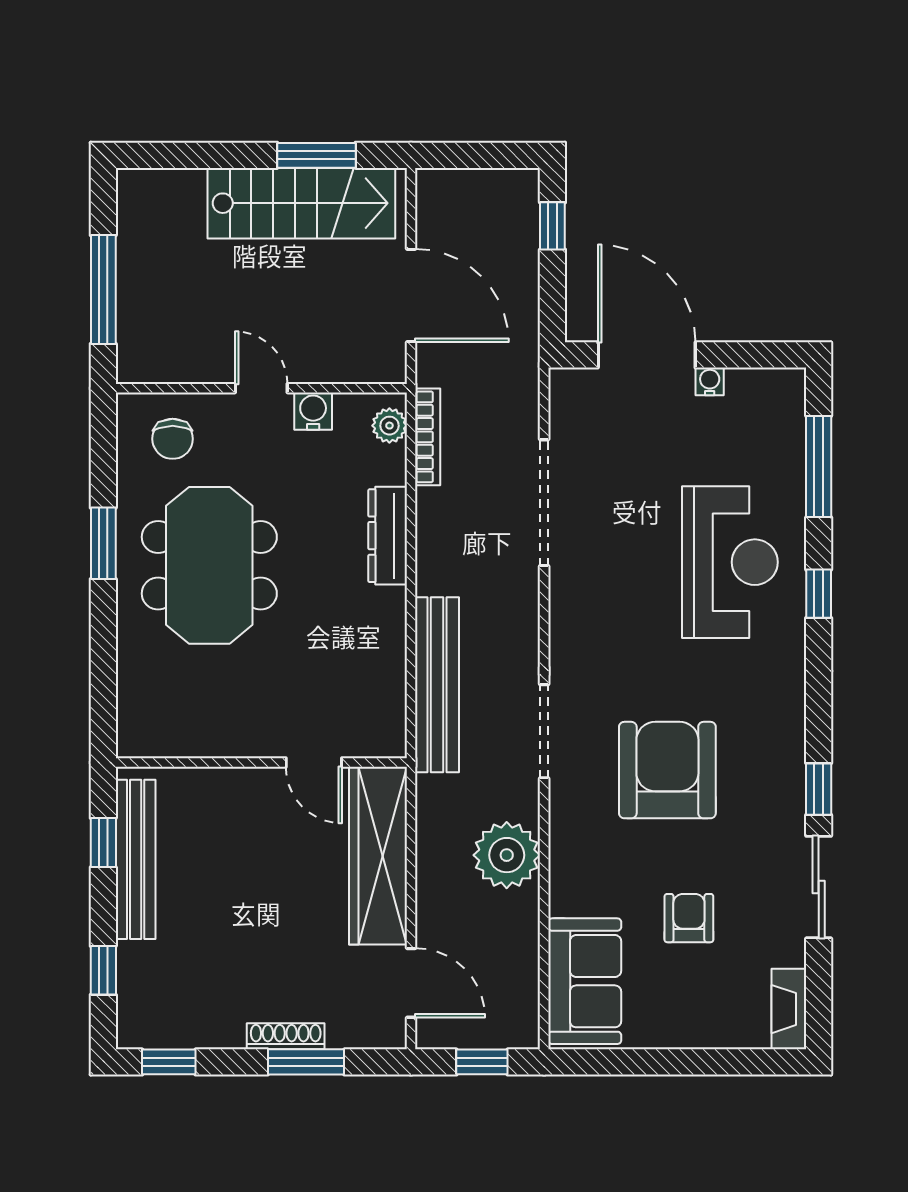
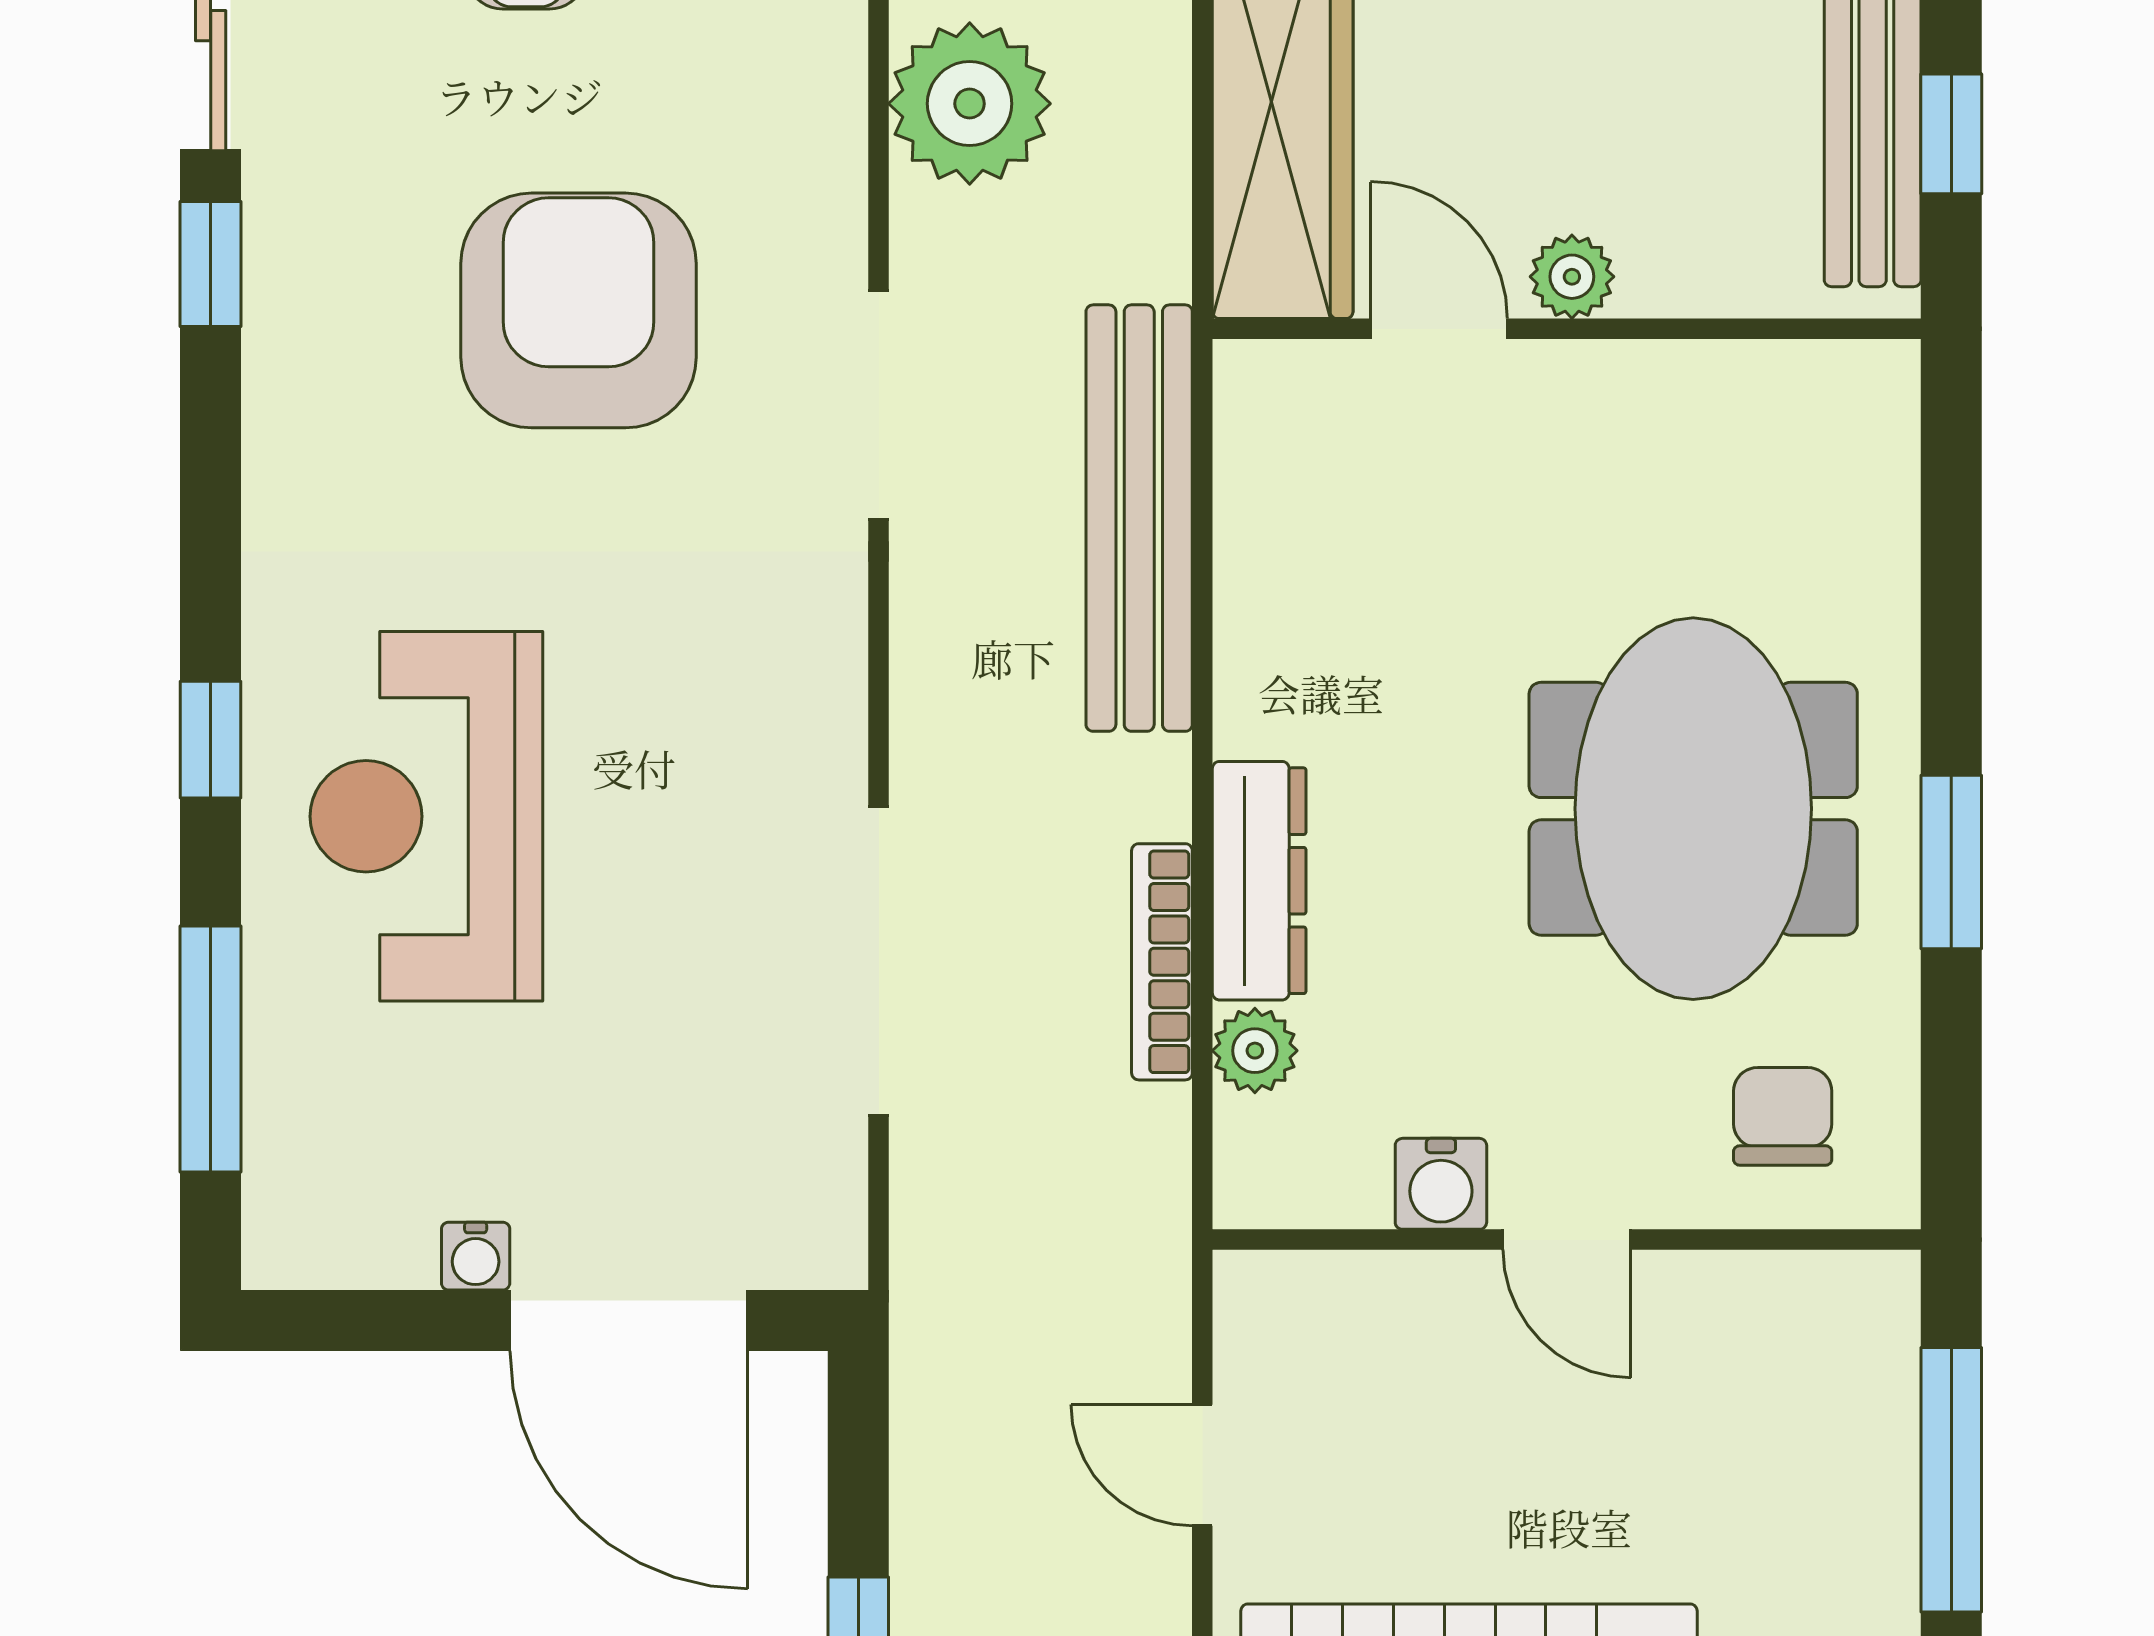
door: (411, 295) -> (1202, 1465), width x0.53
plant: (389, 426) -> (1255, 1051), moved
bookcase: (428, 437) -> (1162, 962), moved
armchair: (667, 770) -> (578, 310), turned 180
plant: (259, 784) -> (1572, 277), added

